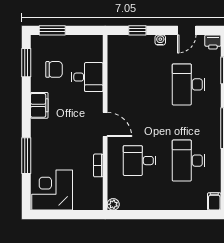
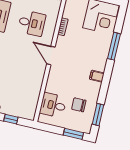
desk: (87, 77) -> (53, 105), moved
filing cabinet: (39, 105) -> (97, 76), width x0.50

